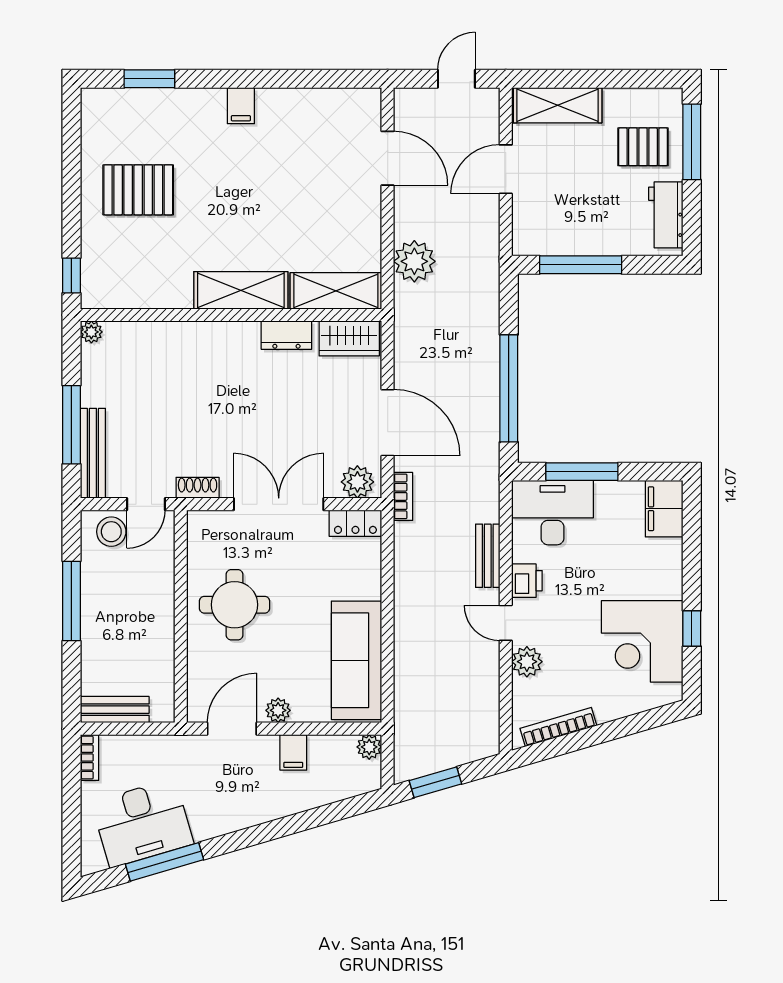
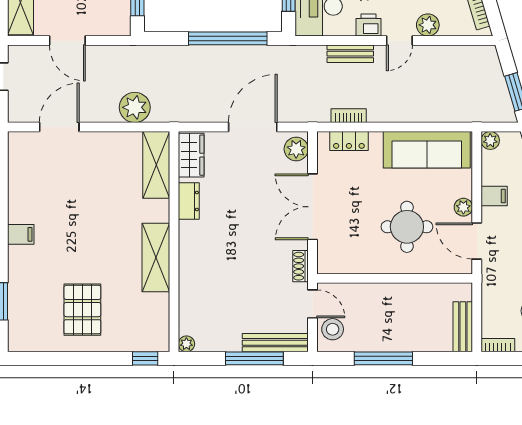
shelving: (241, 290) -> (156, 258), moved
bookcase: (403, 496) -> (349, 116), moved
locker: (355, 523) -> (349, 141), moved, turned 90
round table: (235, 605) -> (407, 227), moved

